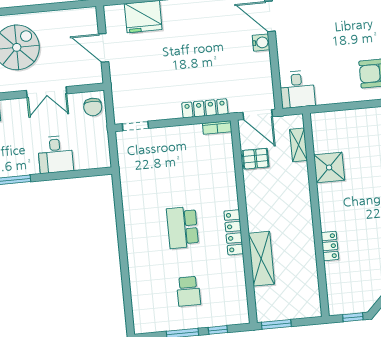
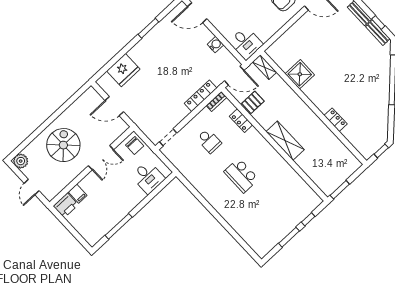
water cooler: (261, 43) -> (215, 45), moved
shelving: (298, 145) -> (265, 67), moved
desk: (55, 154) -> (148, 177), moved
locker: (234, 232) -> (241, 121), moved, width x0.66
shelving: (261, 259) -> (285, 141), moved
school desk: (188, 291) -> (209, 141), moved

